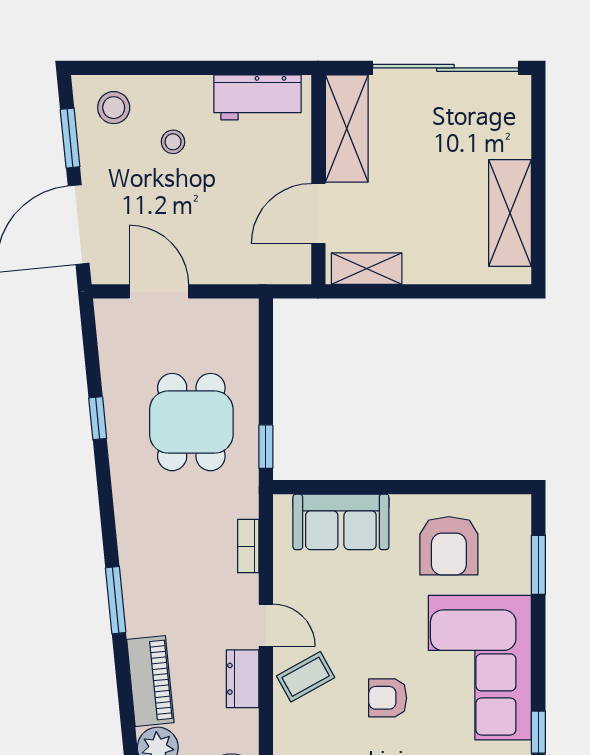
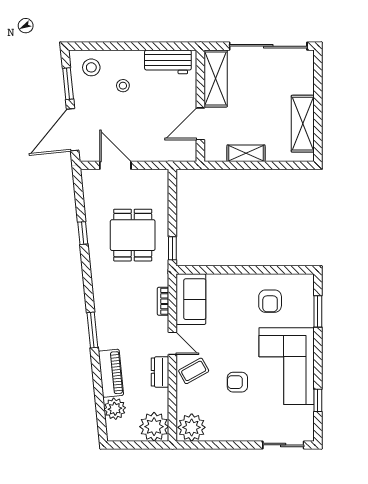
shelving: (367, 269) -> (246, 153), moved
sofa: (341, 522) -> (191, 299), moved, turned -90
armchair: (449, 546) -> (270, 301), width x0.72, depth x0.72

